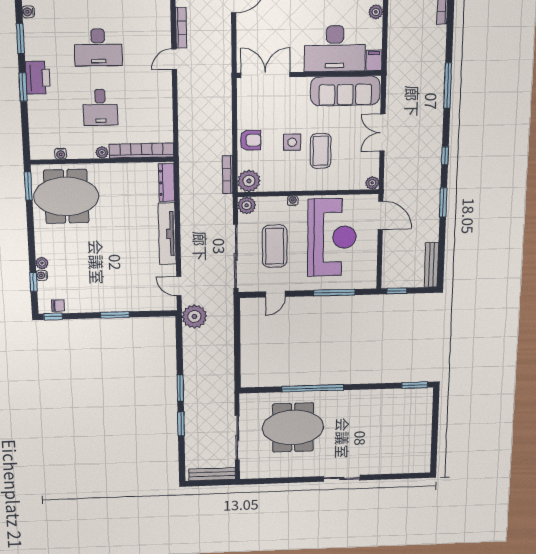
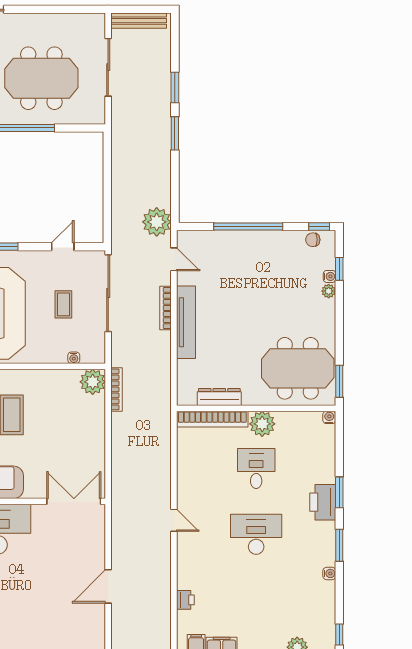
bookcase: (181, 28) -> (166, 308), moved
door: (174, 59) -> (174, 520), hinge flipped
double door: (265, 75) -> (74, 501), swing flipped
armchair: (251, 140) -> (91, 429), removed
side table: (292, 142) -> (44, 425), removed
plant: (102, 152) -> (262, 424), width x1.88, depth x1.88
water cooler: (61, 154) -> (329, 417), moved
dresser: (167, 183) -> (219, 397), moved, turned -90
water cooler: (293, 201) -> (74, 358), moved
plant: (247, 205) -> (95, 353), removed
coffee table: (275, 246) -> (63, 304), width x0.54, depth x0.58
window: (115, 315) -> (248, 227), width x2.11

